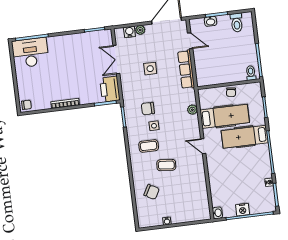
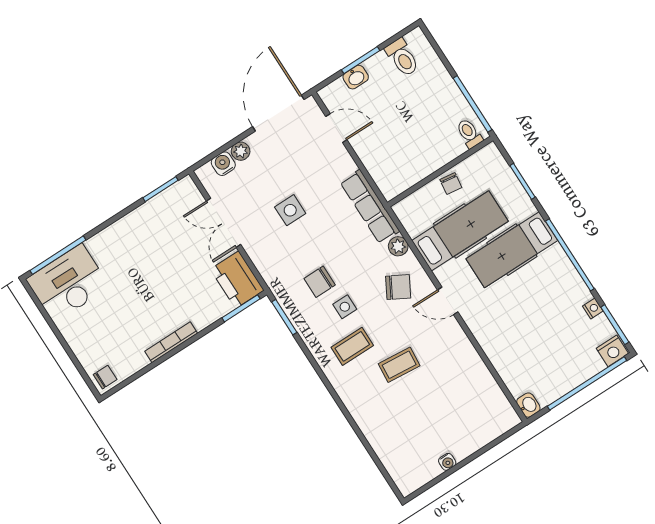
row of seats: (186, 69) -> (370, 207), moved
chair: (152, 192) -> (398, 287), moved
nightstand: (243, 210) -> (612, 351), moved

